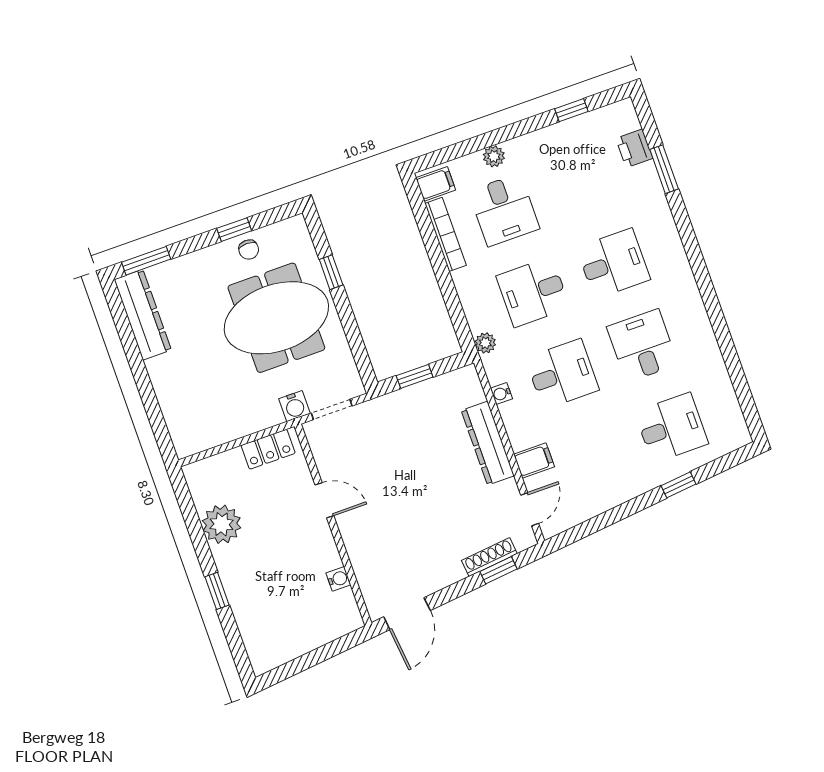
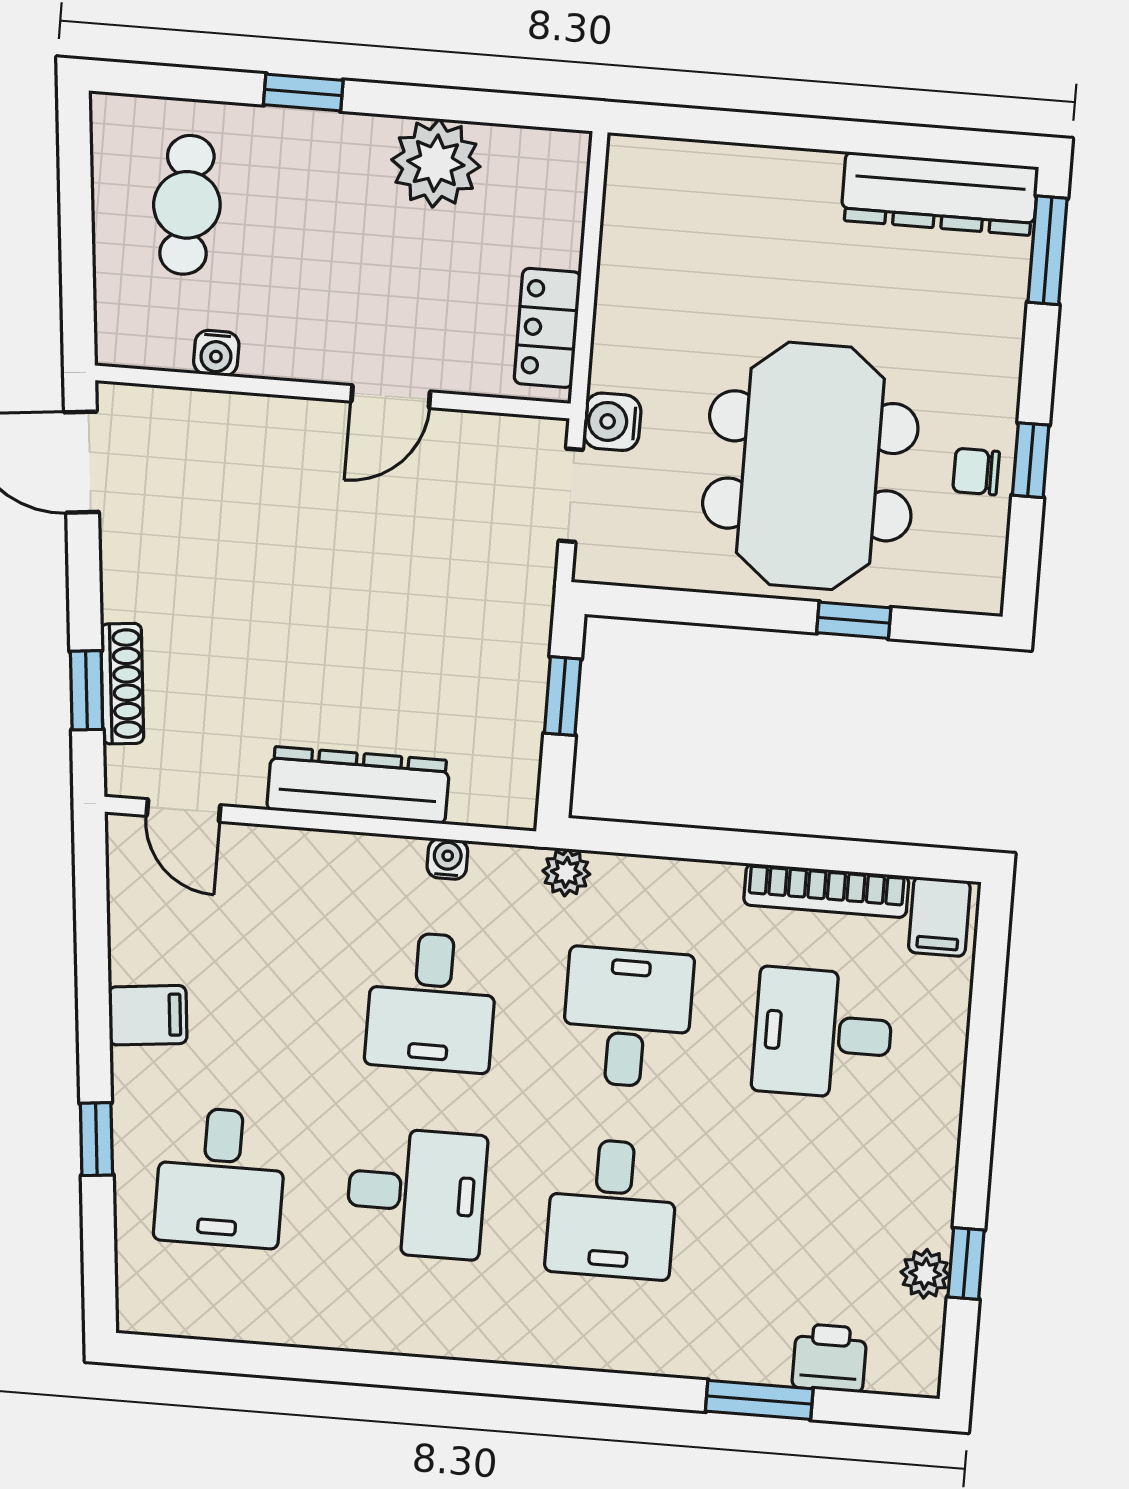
plant: (494, 156) -> (925, 1274), moved
filing cabinet: (534, 460) -> (148, 1015), moved, turned -96
cafe table: (284, 618) -> (187, 205), added

